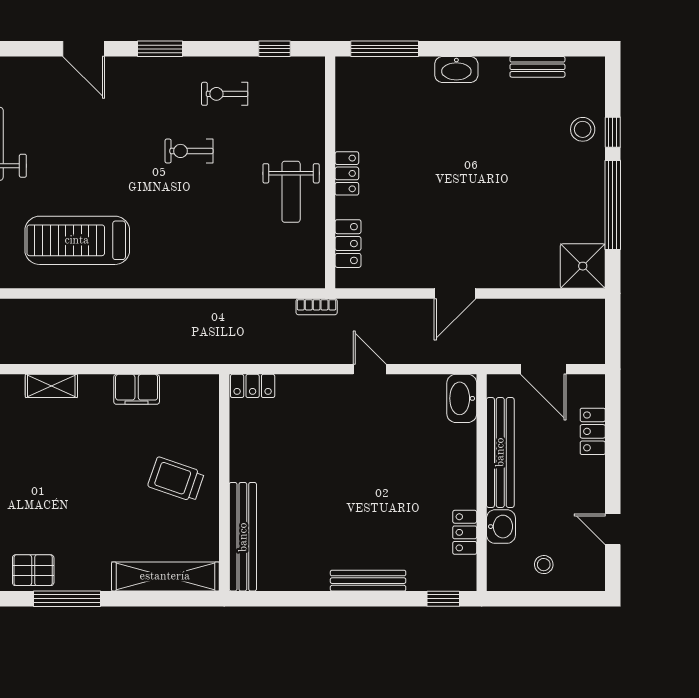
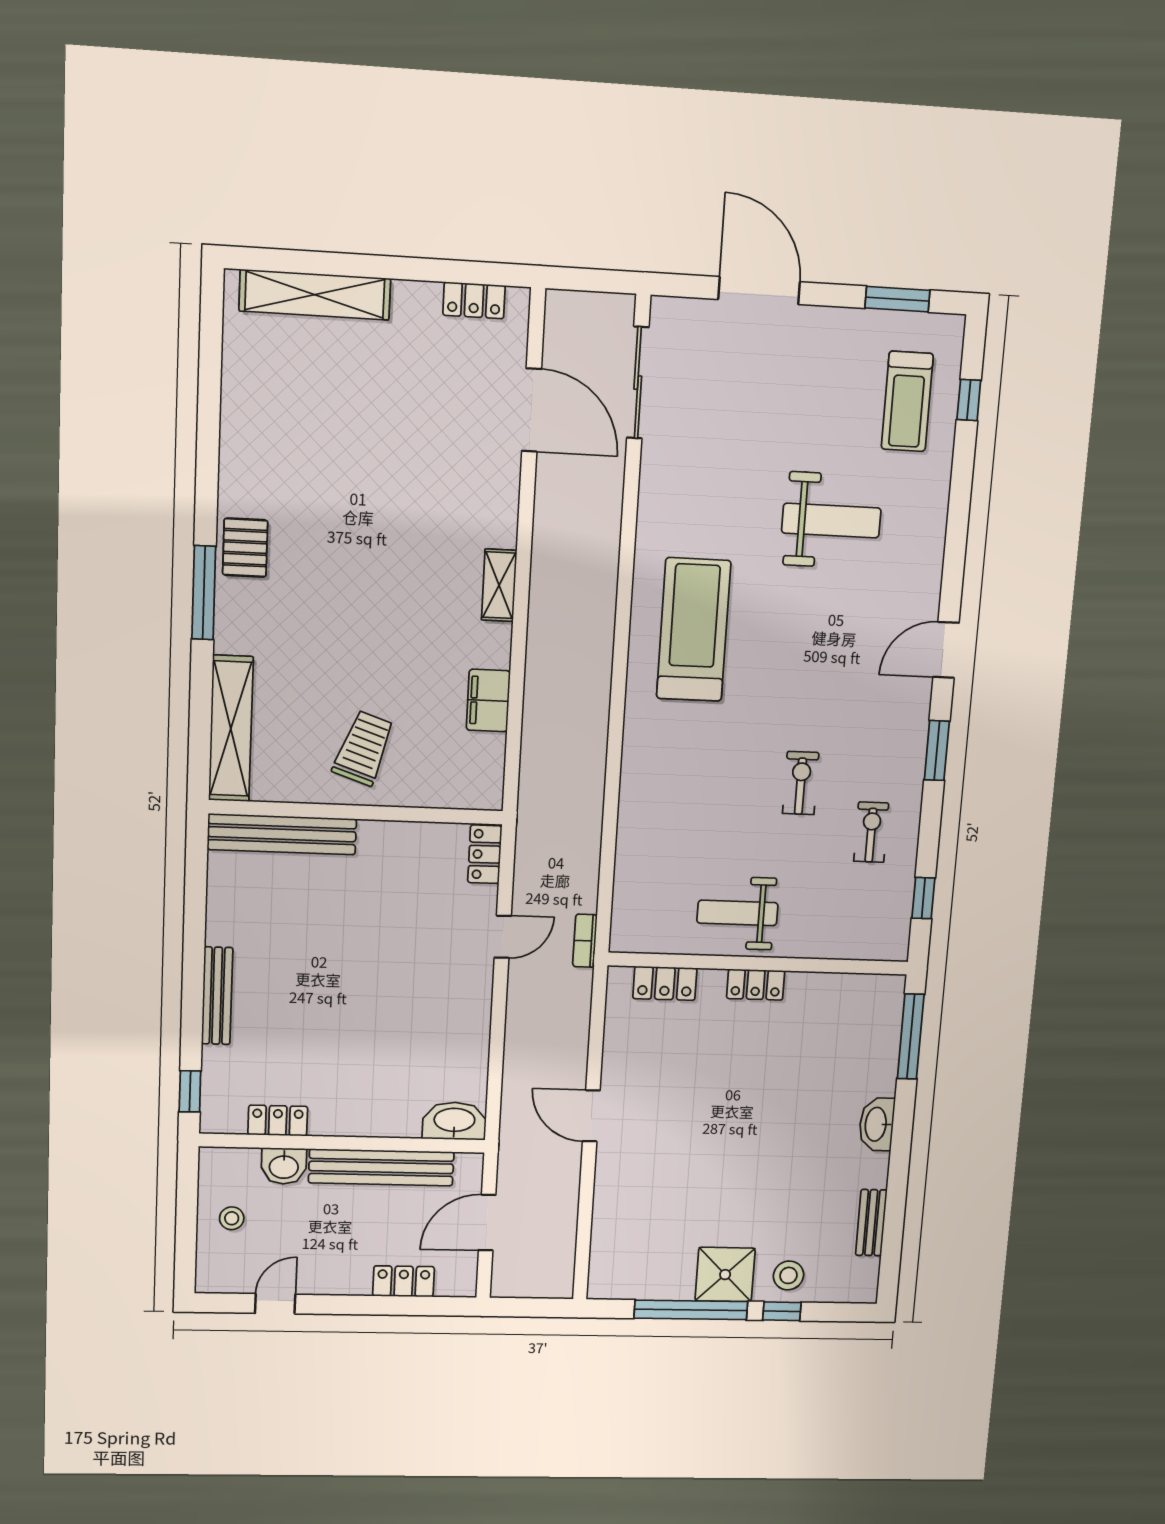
shower: (583, 266) -> (725, 1275), moved
door: (370, 369) -> (503, 937), moved

